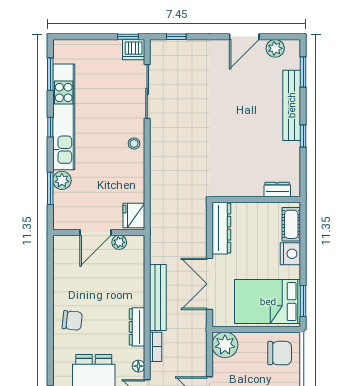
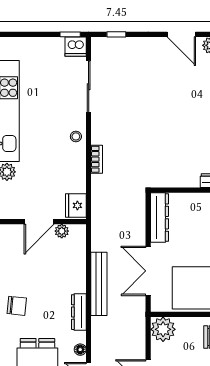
door: (244, 37) -> (181, 34), hinge flipped
bookcase: (156, 347) -> (97, 159), moved

